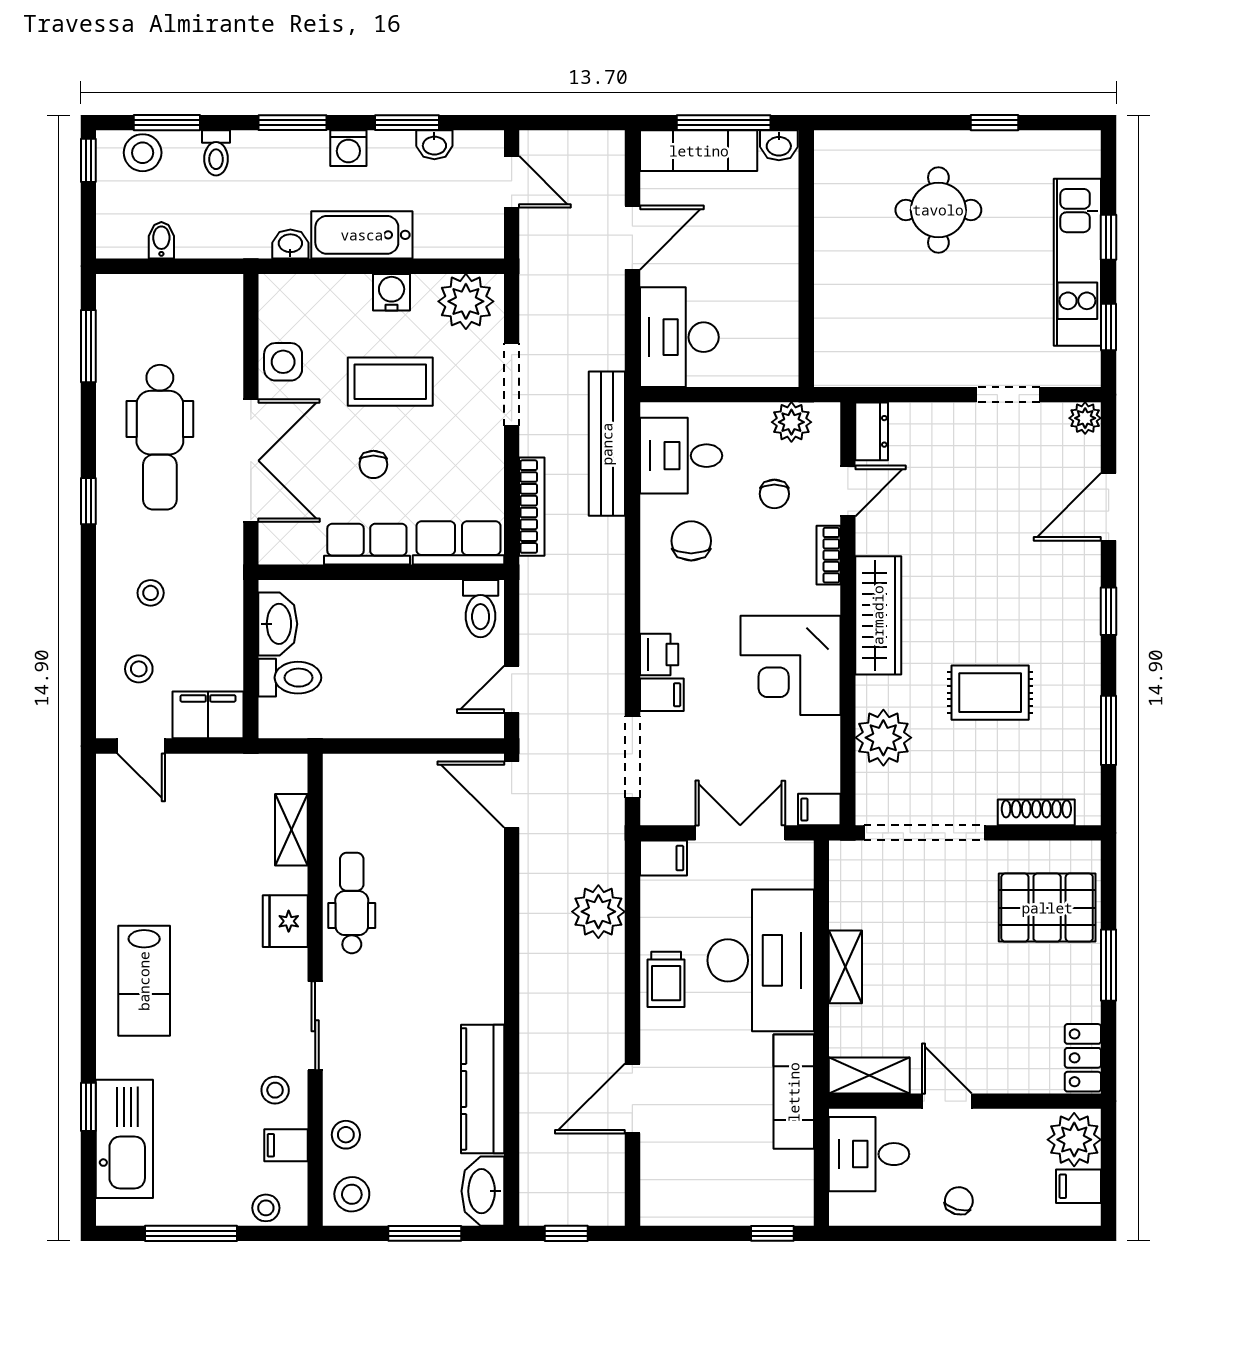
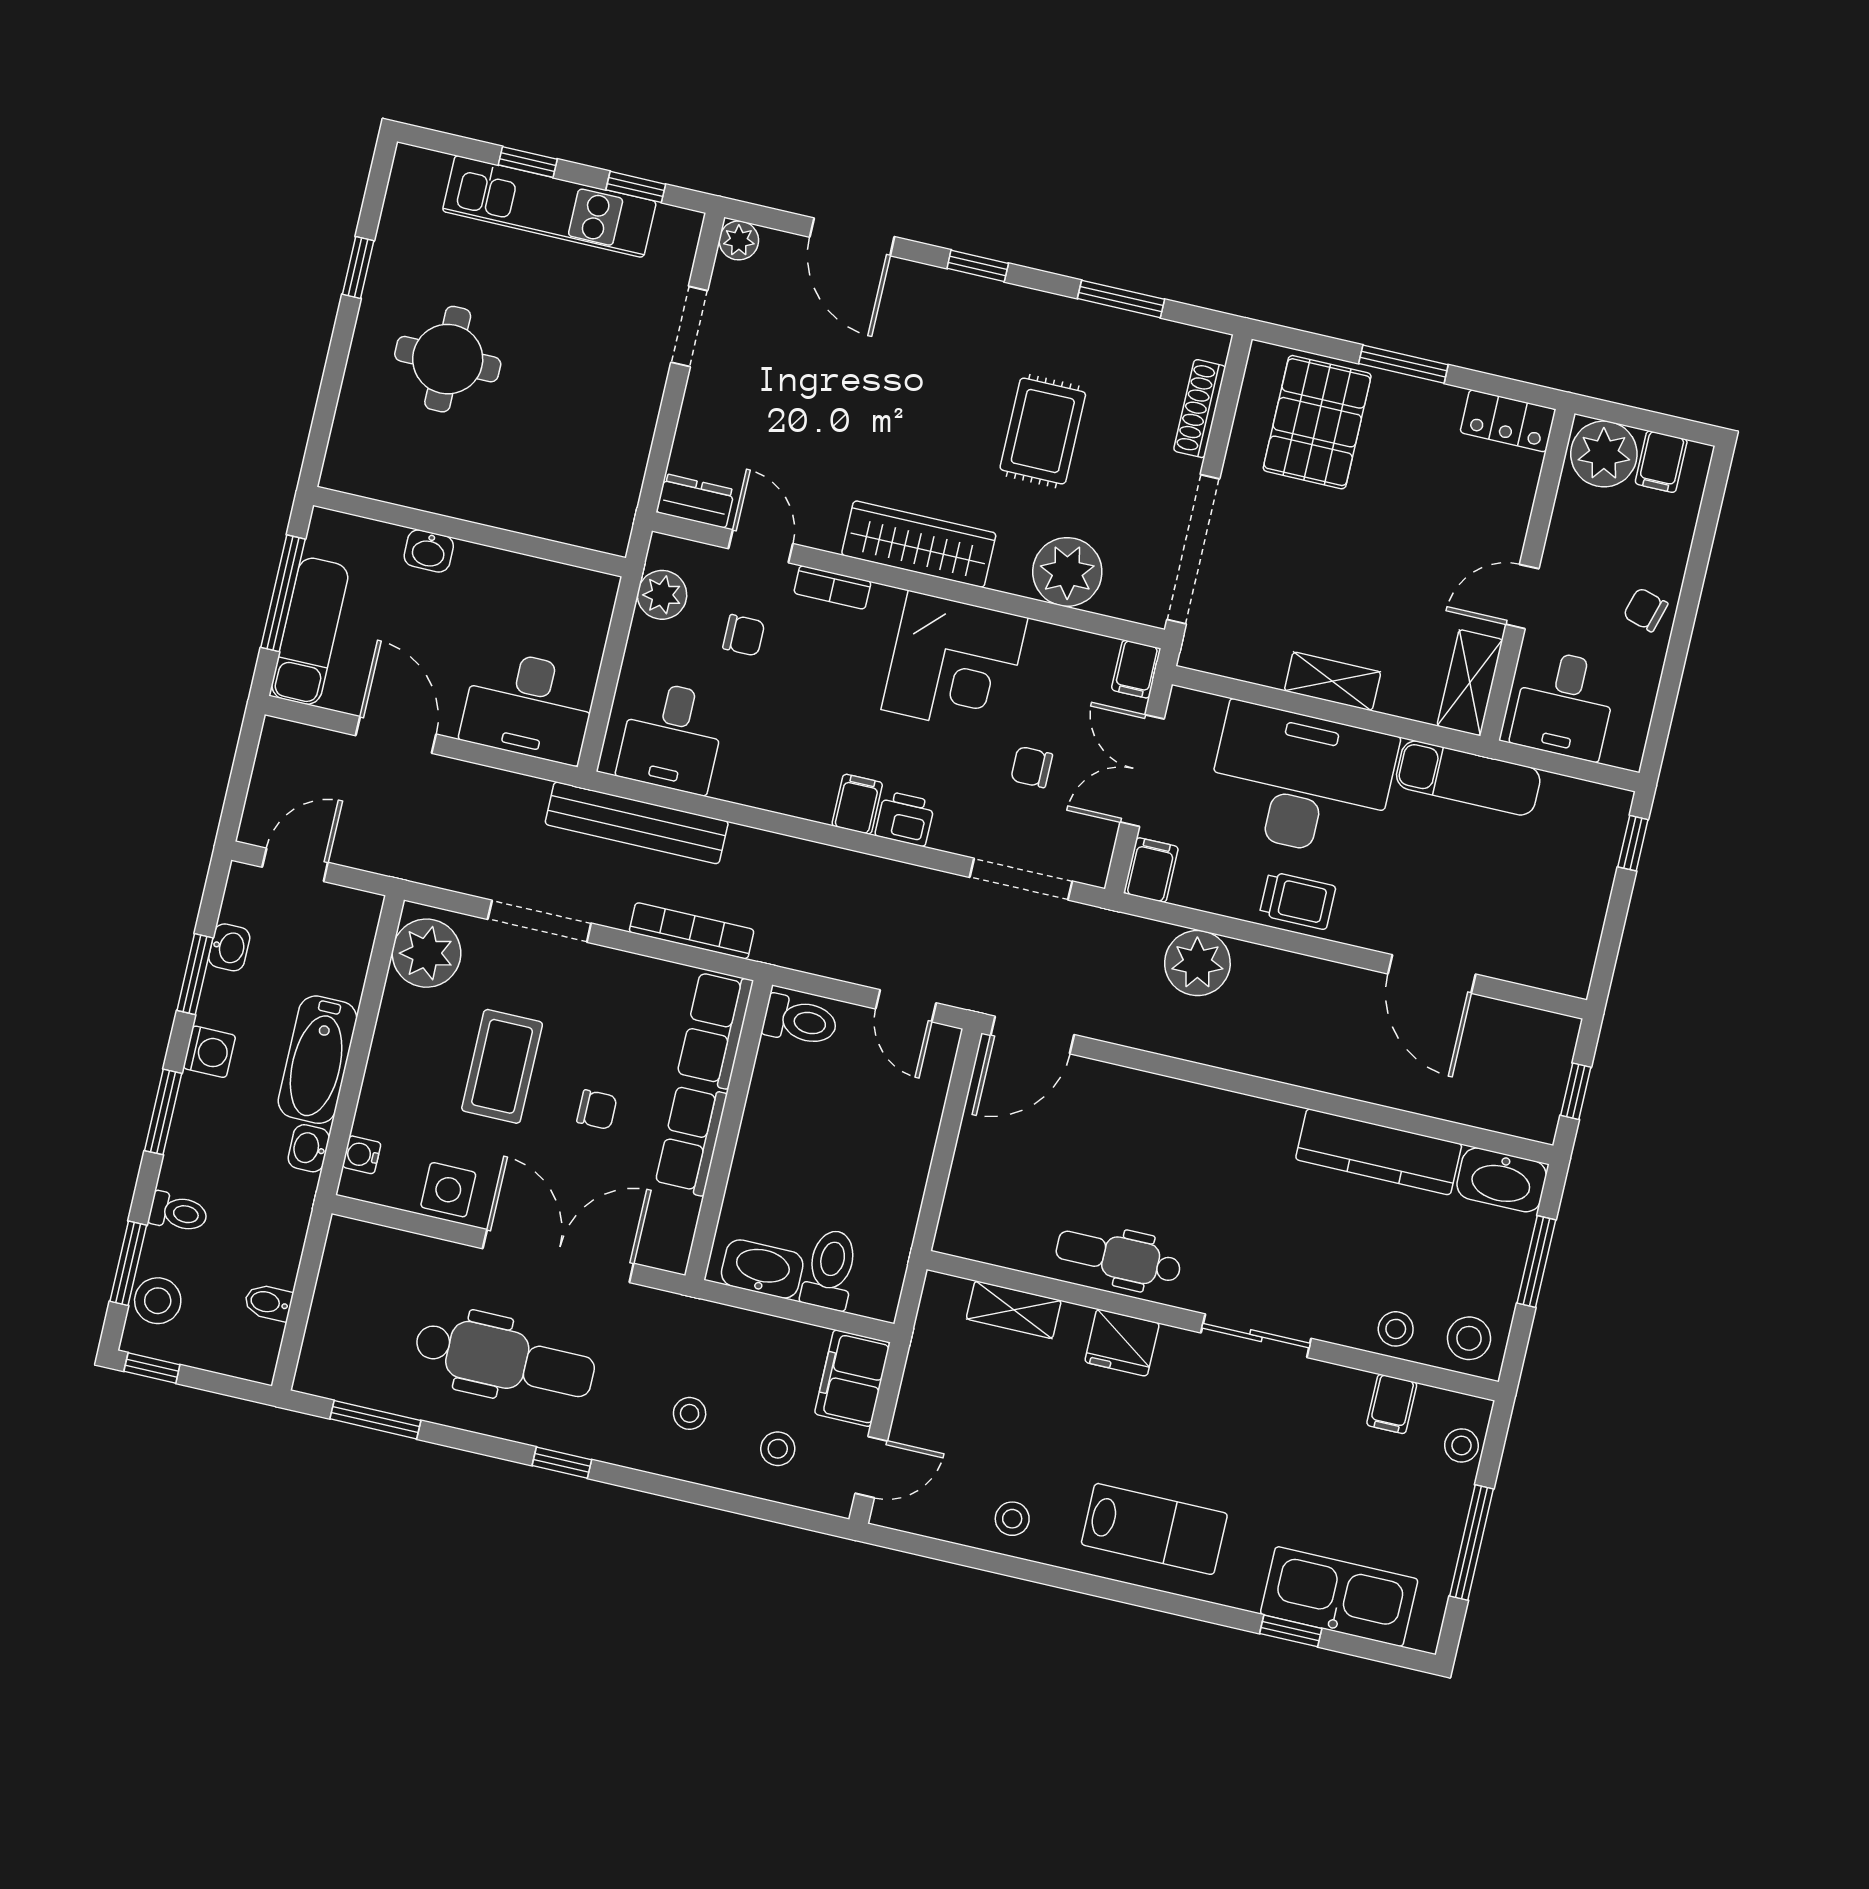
washbasin: (779, 145) -> (429, 551), moved, turned 90
water cooler: (392, 292) -> (362, 1155), moved, width x0.72, depth x0.72
chair: (691, 541) -> (1032, 767), moved, width x0.73, depth x0.73
filing cabinet: (662, 695) -> (857, 804), moved
stool: (275, 1090) -> (1012, 1519), moved

